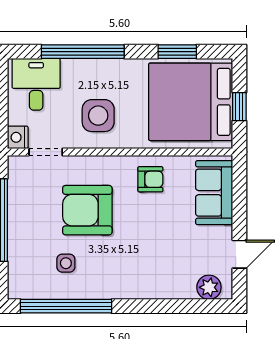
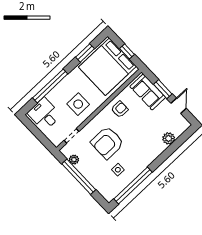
nightstand: (18, 137) -> (56, 140), removed
plant: (17, 189) -> (74, 160), added
window: (239, 209) -> (163, 89), added
plant: (209, 287) -> (169, 138), moved

